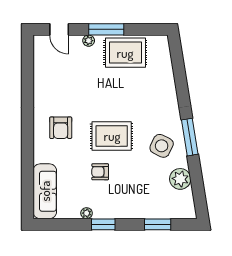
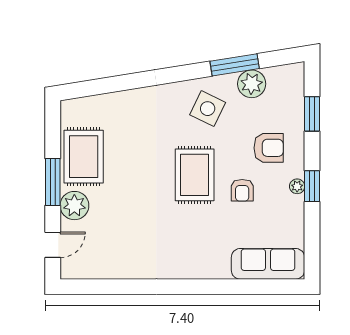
plant: (89, 41) -> (74, 206), width x1.88, depth x1.88
armchair: (61, 128) -> (269, 148), moved
window: (190, 137) -> (235, 65), moved
plant: (87, 213) -> (297, 186), moved

